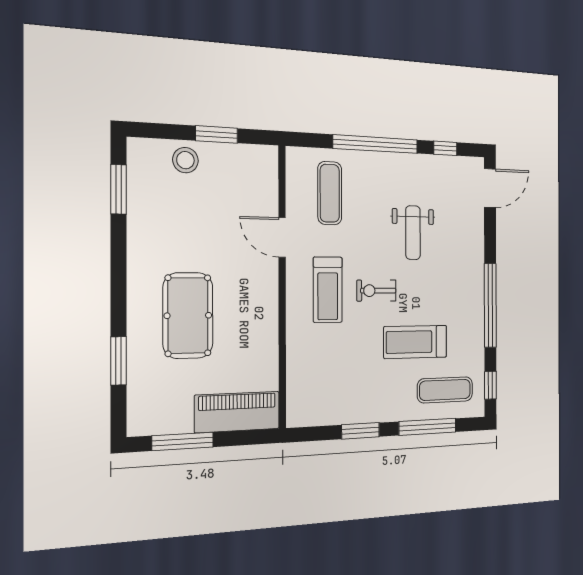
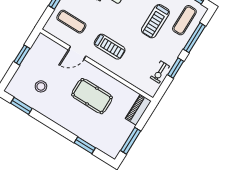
stool: (185, 160) -> (41, 86), moved
exercise bike: (376, 291) -> (160, 72), moved
pool table: (188, 315) -> (92, 96), moved
piano: (237, 412) -> (138, 110), width x0.73, depth x0.75

